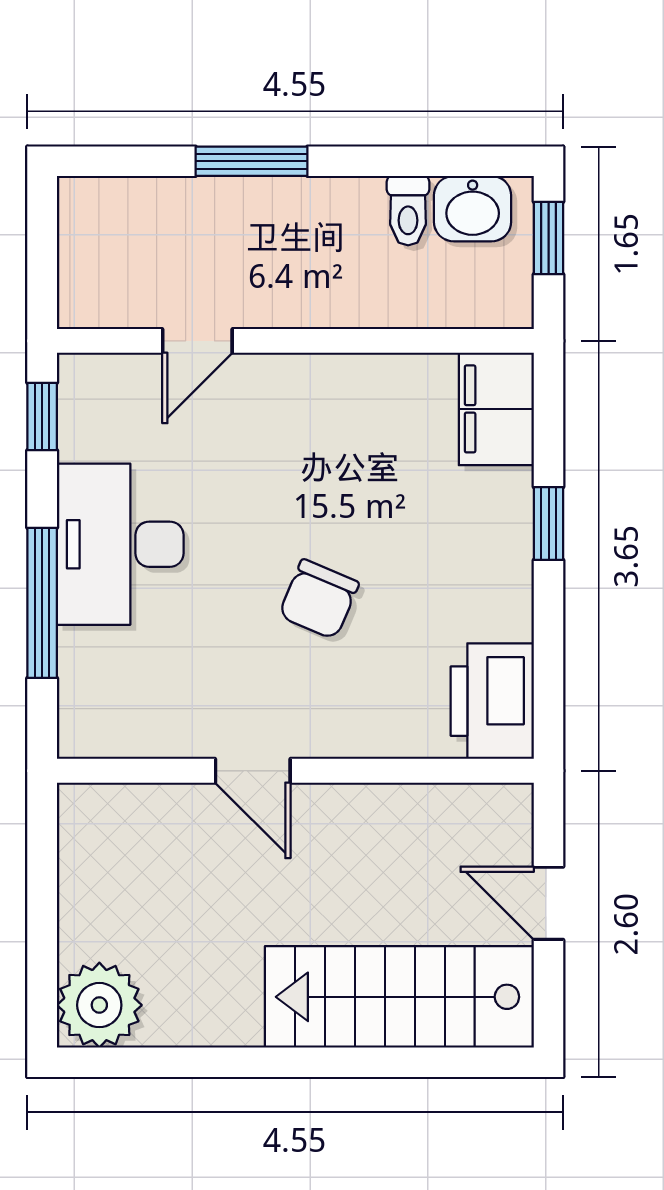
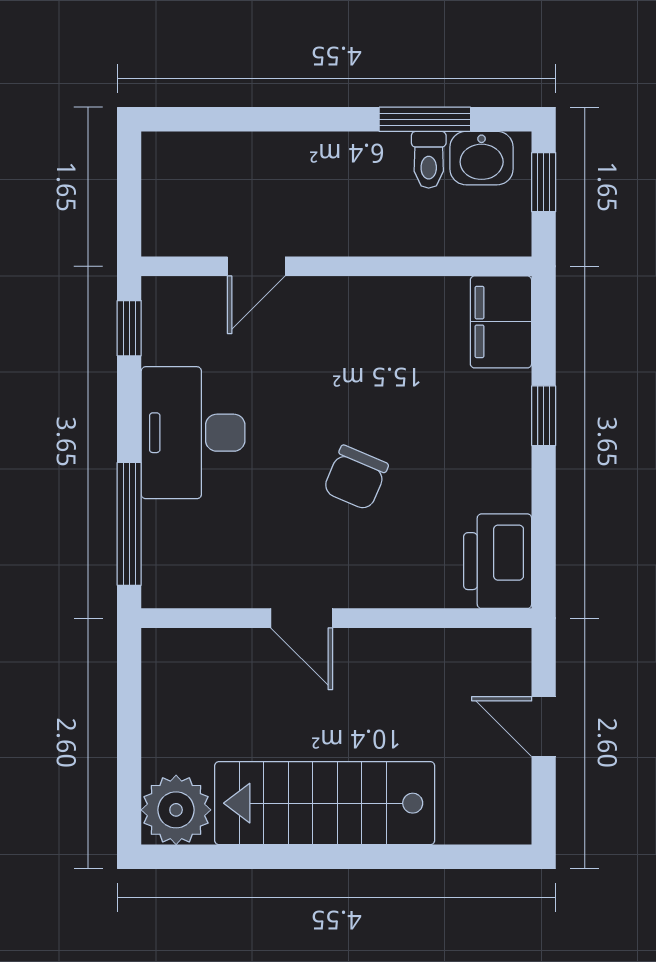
window: (252, 161) -> (425, 119), moved
window: (42, 603) -> (129, 524), moved
stairs: (399, 997) -> (325, 803), moved

